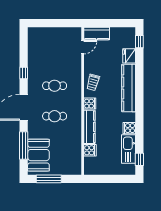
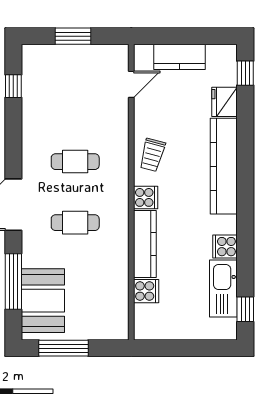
window: (53, 23) -> (73, 36), added
kitchen counter: (97, 33) -> (179, 57), moved
window: (24, 73) -> (13, 86), moved

